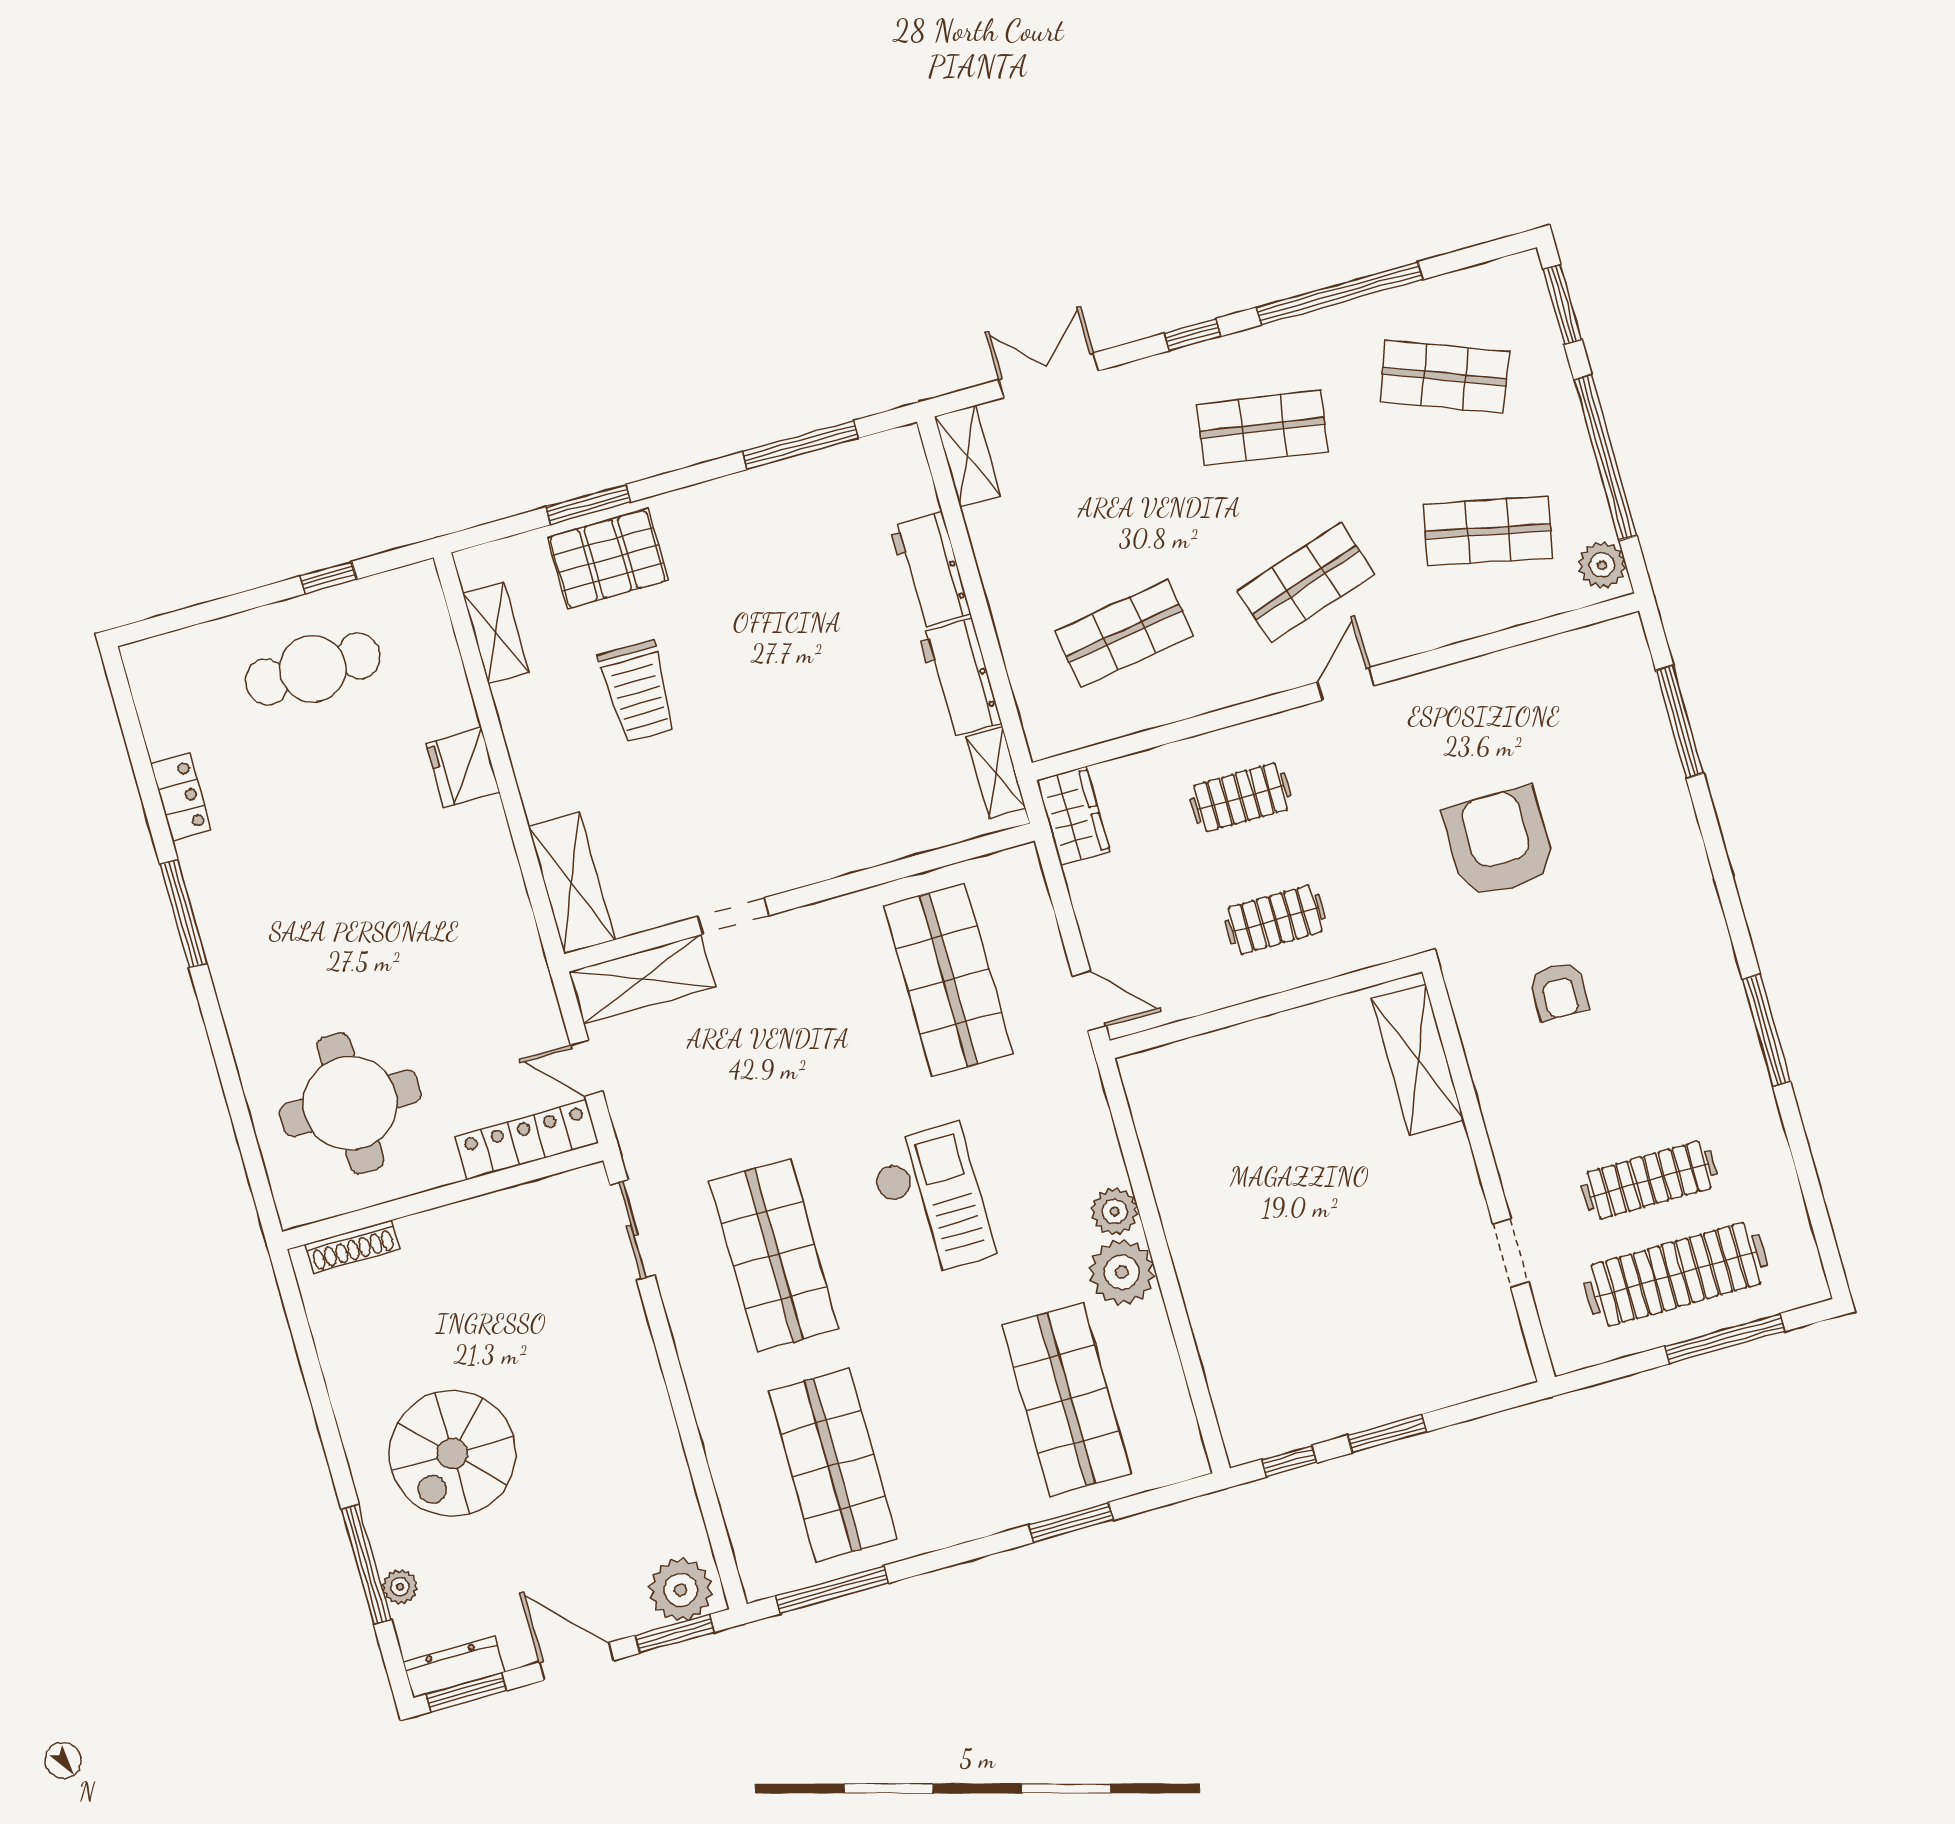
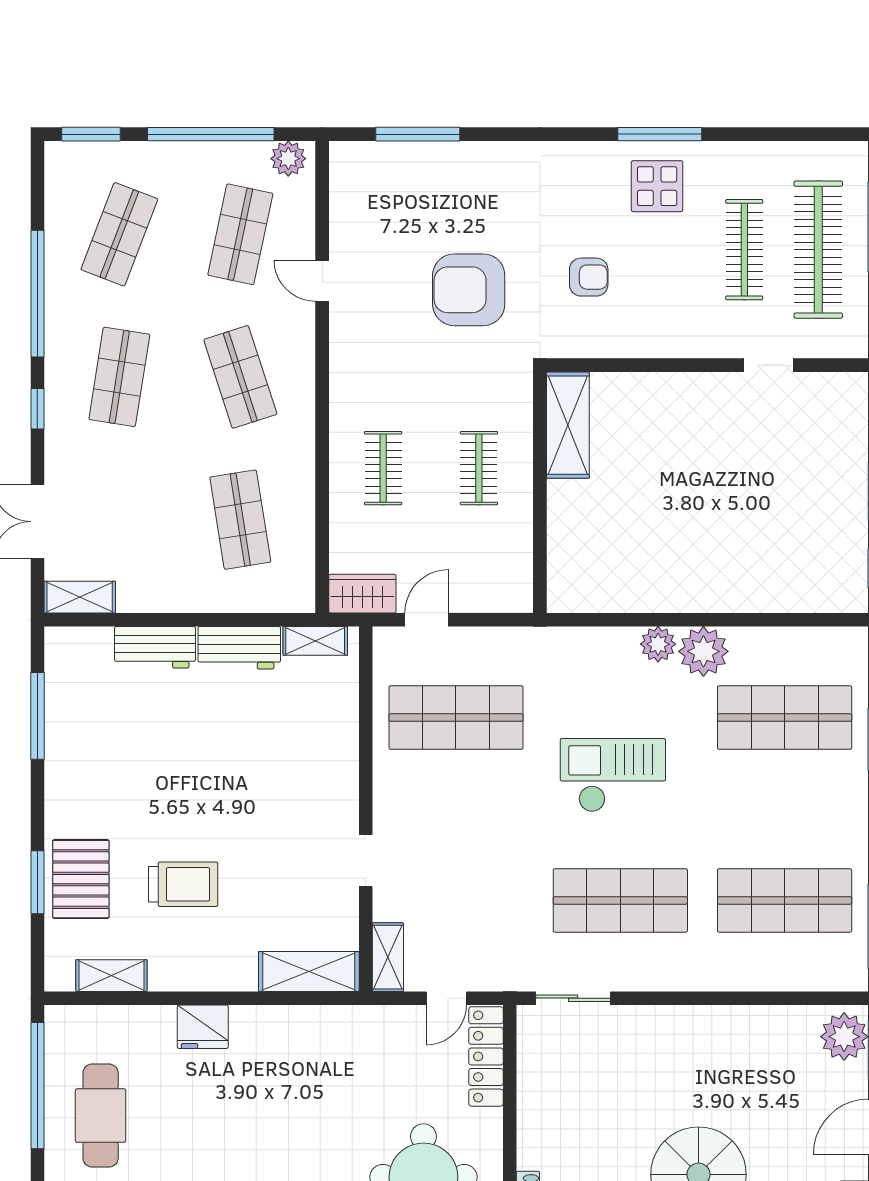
window: (328, 578) -> (37, 1086), width x3.17
door: (1346, 684) -> (322, 281), moved
shelving: (642, 979) -> (388, 957), width x0.67, depth x0.75
door: (1089, 1001) -> (427, 620), moved
display table: (1699, 1046) -> (657, 186), added
shelving: (1418, 1059) -> (568, 425), moved, turned 90

